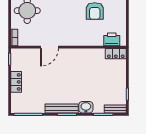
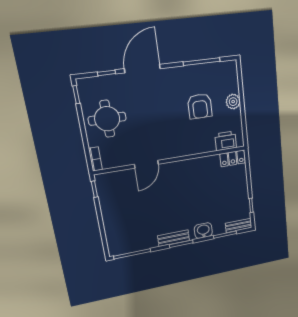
plant: (121, 11) -> (233, 102), added
locker: (16, 82) -> (109, 217), removed
bench: (62, 108) -> (174, 238), width x0.73

